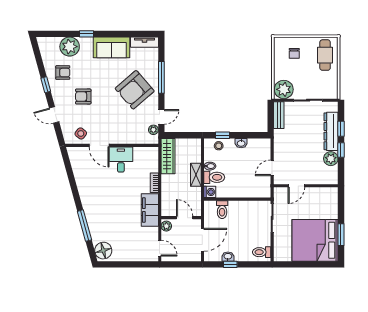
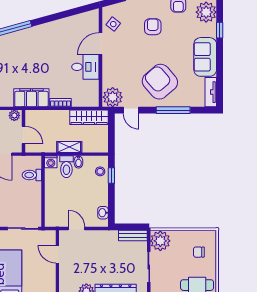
plant: (153, 130) -> (113, 97), width x1.87, depth x1.87
washbasin: (241, 143) -> (103, 213), moved
door: (185, 218) -> (23, 135), hinge flipped

